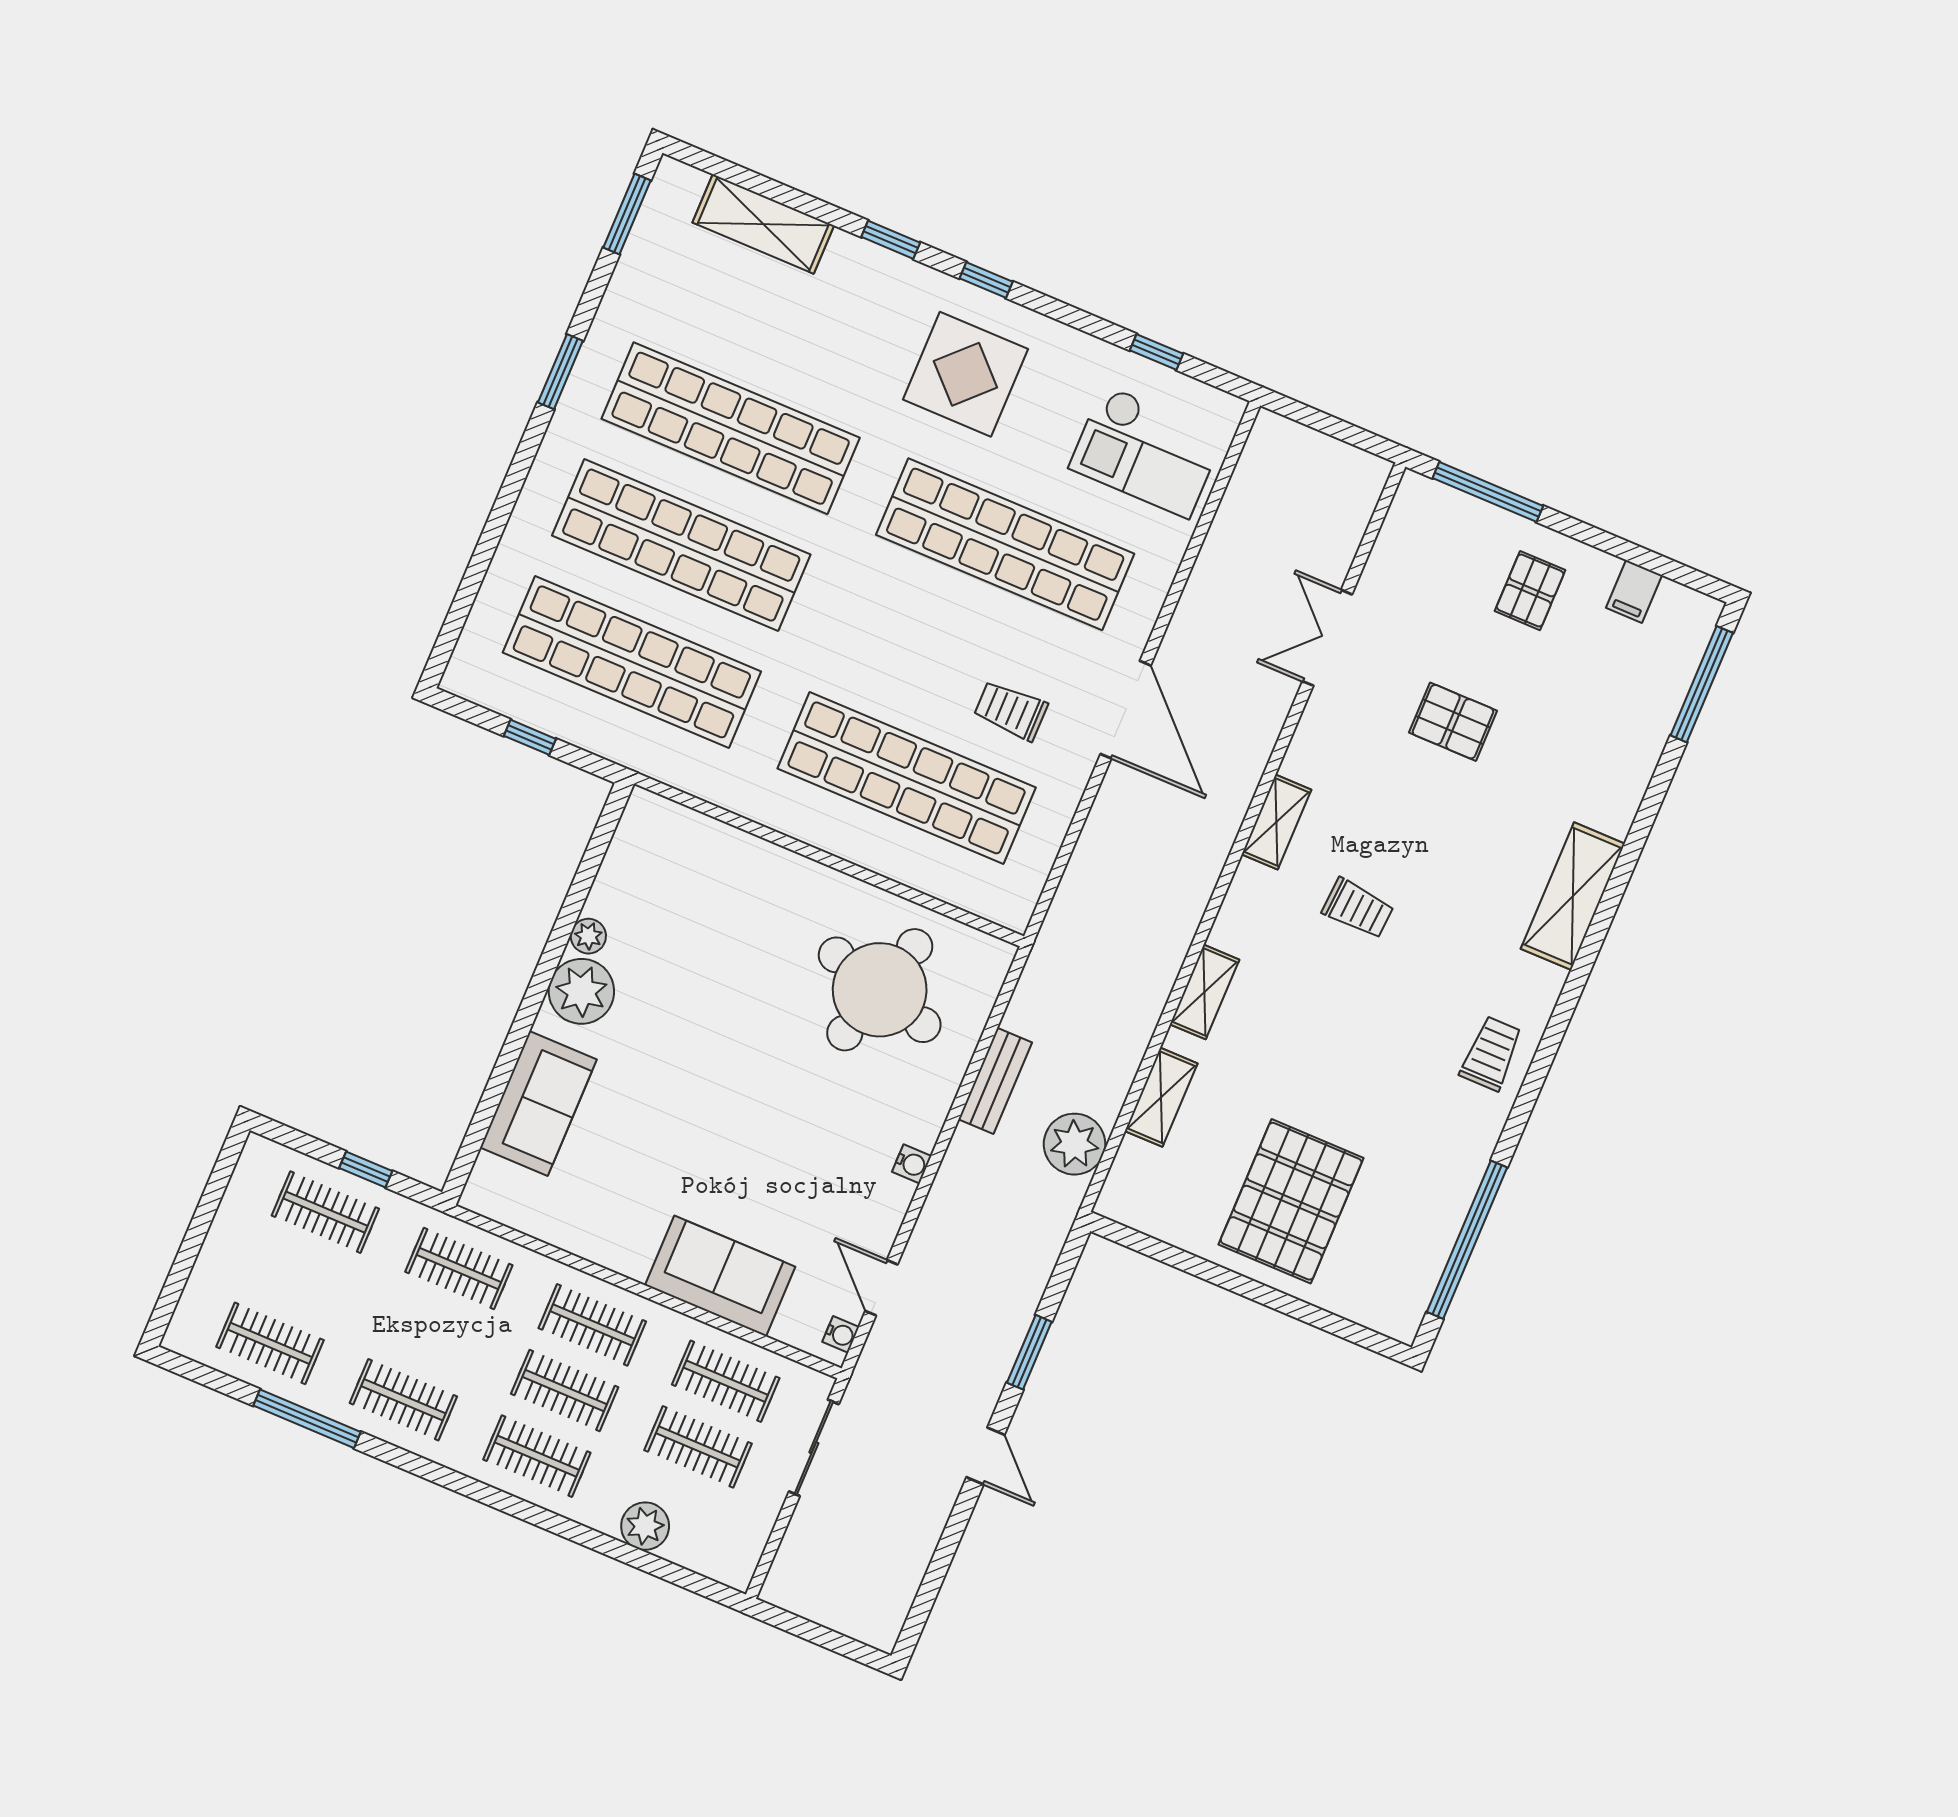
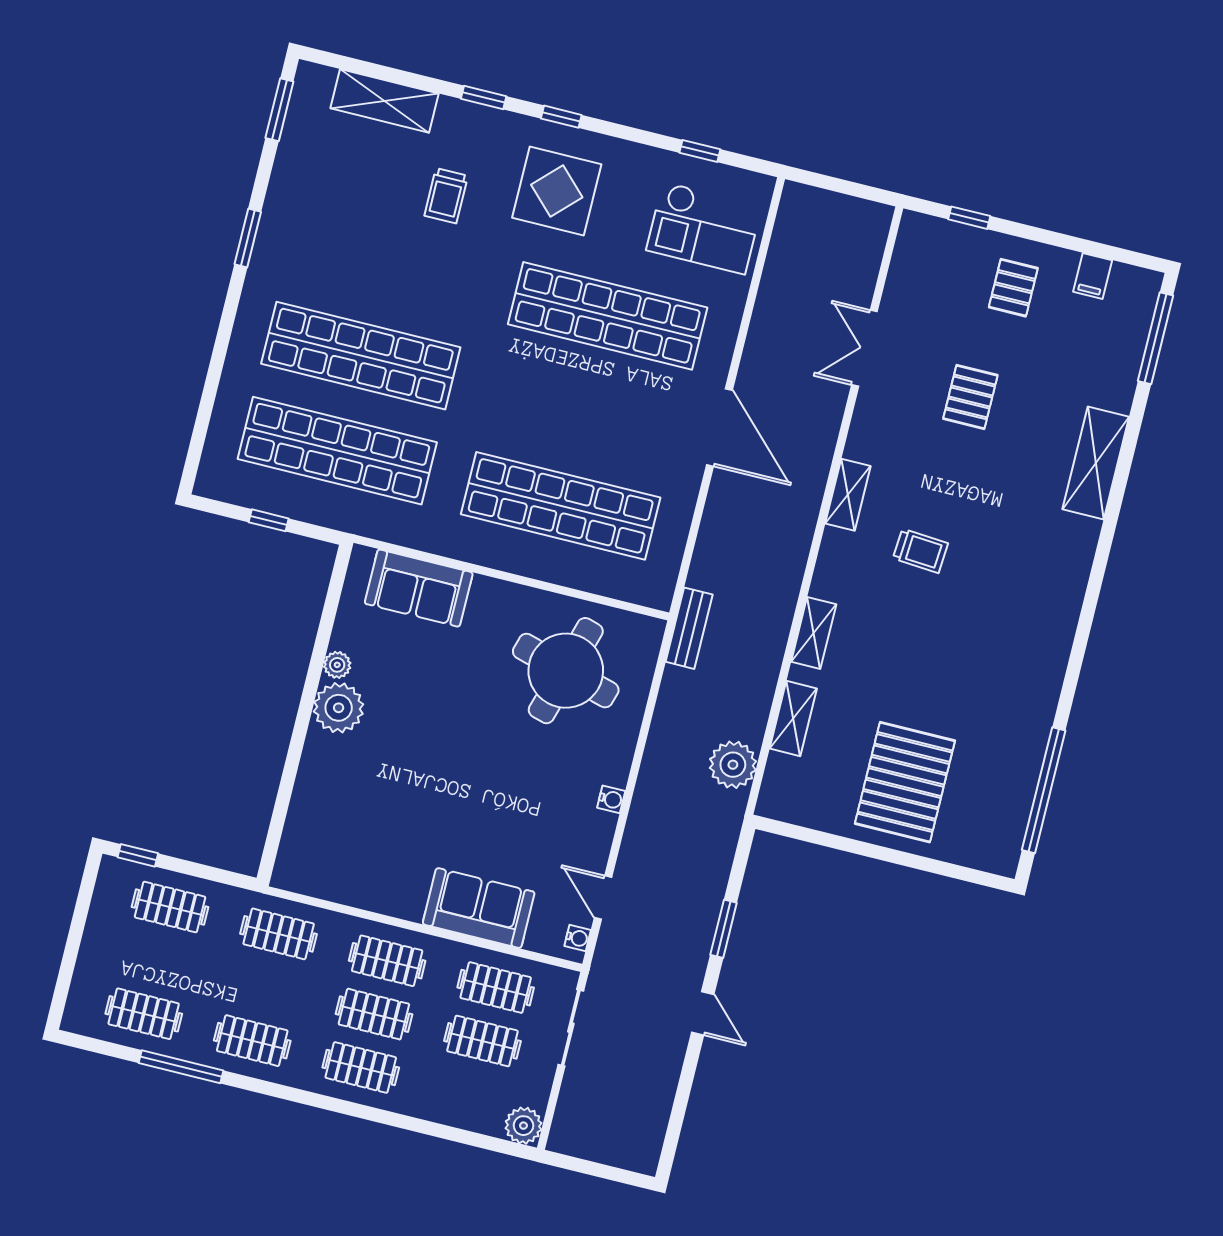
shop shelf: (731, 428) -> (384, 261), removed
window: (1488, 492) -> (969, 218), width x0.46
trolley: (1011, 710) -> (446, 196), moved, turned -90
pallet: (1453, 722) -> (970, 397), turned 90
shelving: (1573, 896) -> (1096, 463), moved
trolley: (1491, 1054) -> (1040, 645), removed
bench: (995, 1081) -> (689, 628), moved
sofa: (538, 1103) -> (419, 588), moved, turned 90
window: (366, 1169) -> (138, 855), moved
plant: (645, 1526) -> (523, 1126), moved

